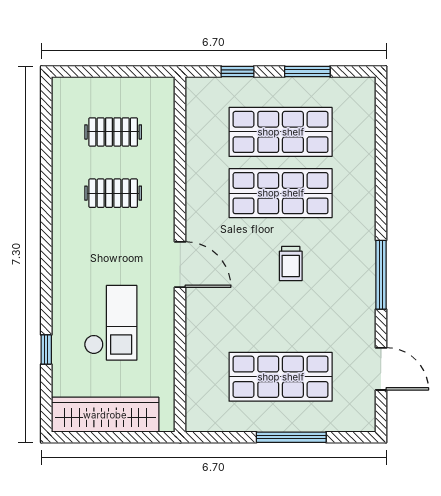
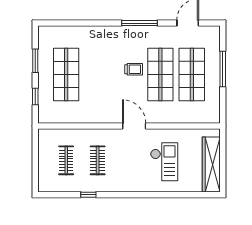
shop shelf: (281, 193) -> (160, 75), moved
door: (180, 265) -> (134, 126), hinge flipped
checkout: (111, 323) -> (164, 162), turned 90
window: (46, 350) -> (88, 195), moved

